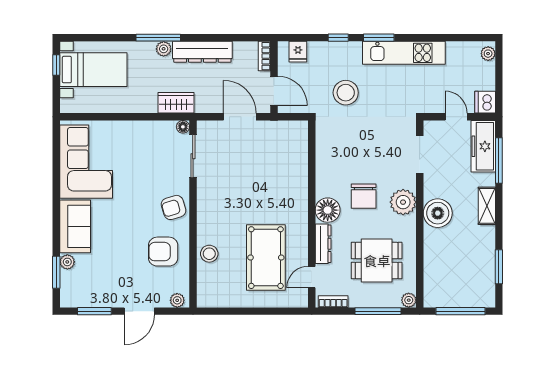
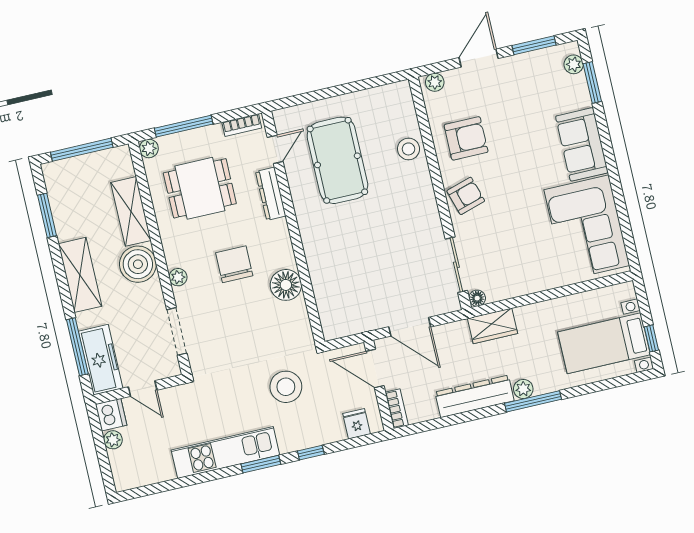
plant: (488, 54) -> (113, 440), moved
plant: (403, 202) -> (178, 277), width x0.53, depth x0.53
shelving: (487, 206) -> (80, 275), width x1.50, depth x1.33
floor lamp: (328, 210) -> (286, 285), moved
shelving: (434, 255) -> (131, 211), added
plant: (67, 262) -> (574, 64), moved

